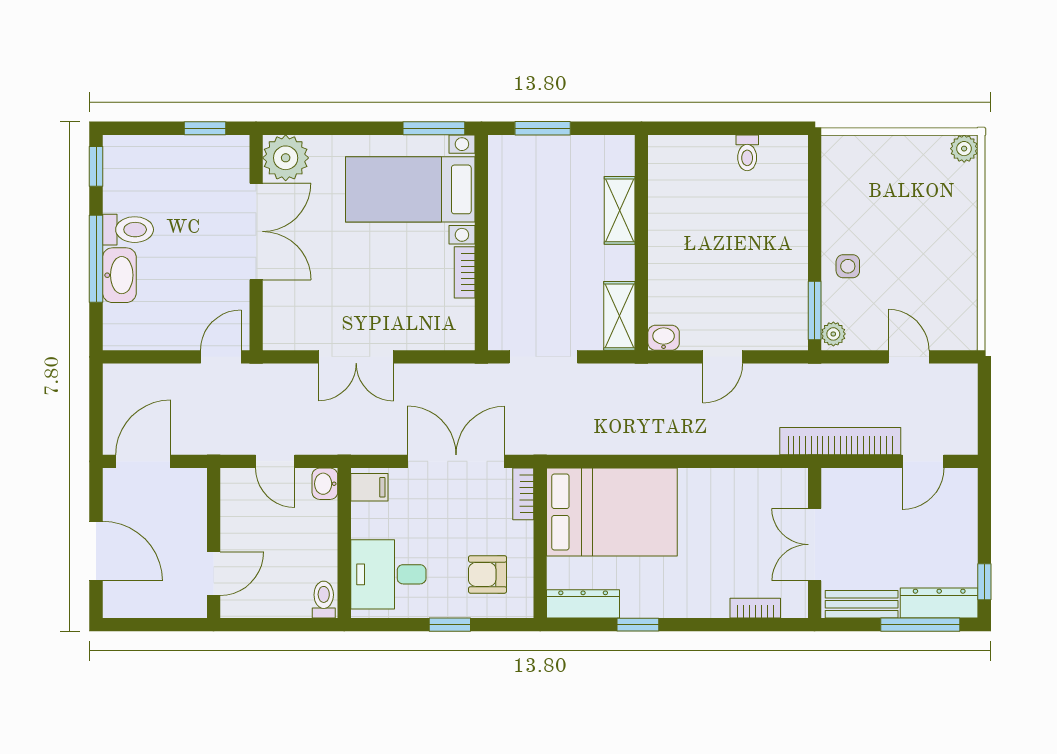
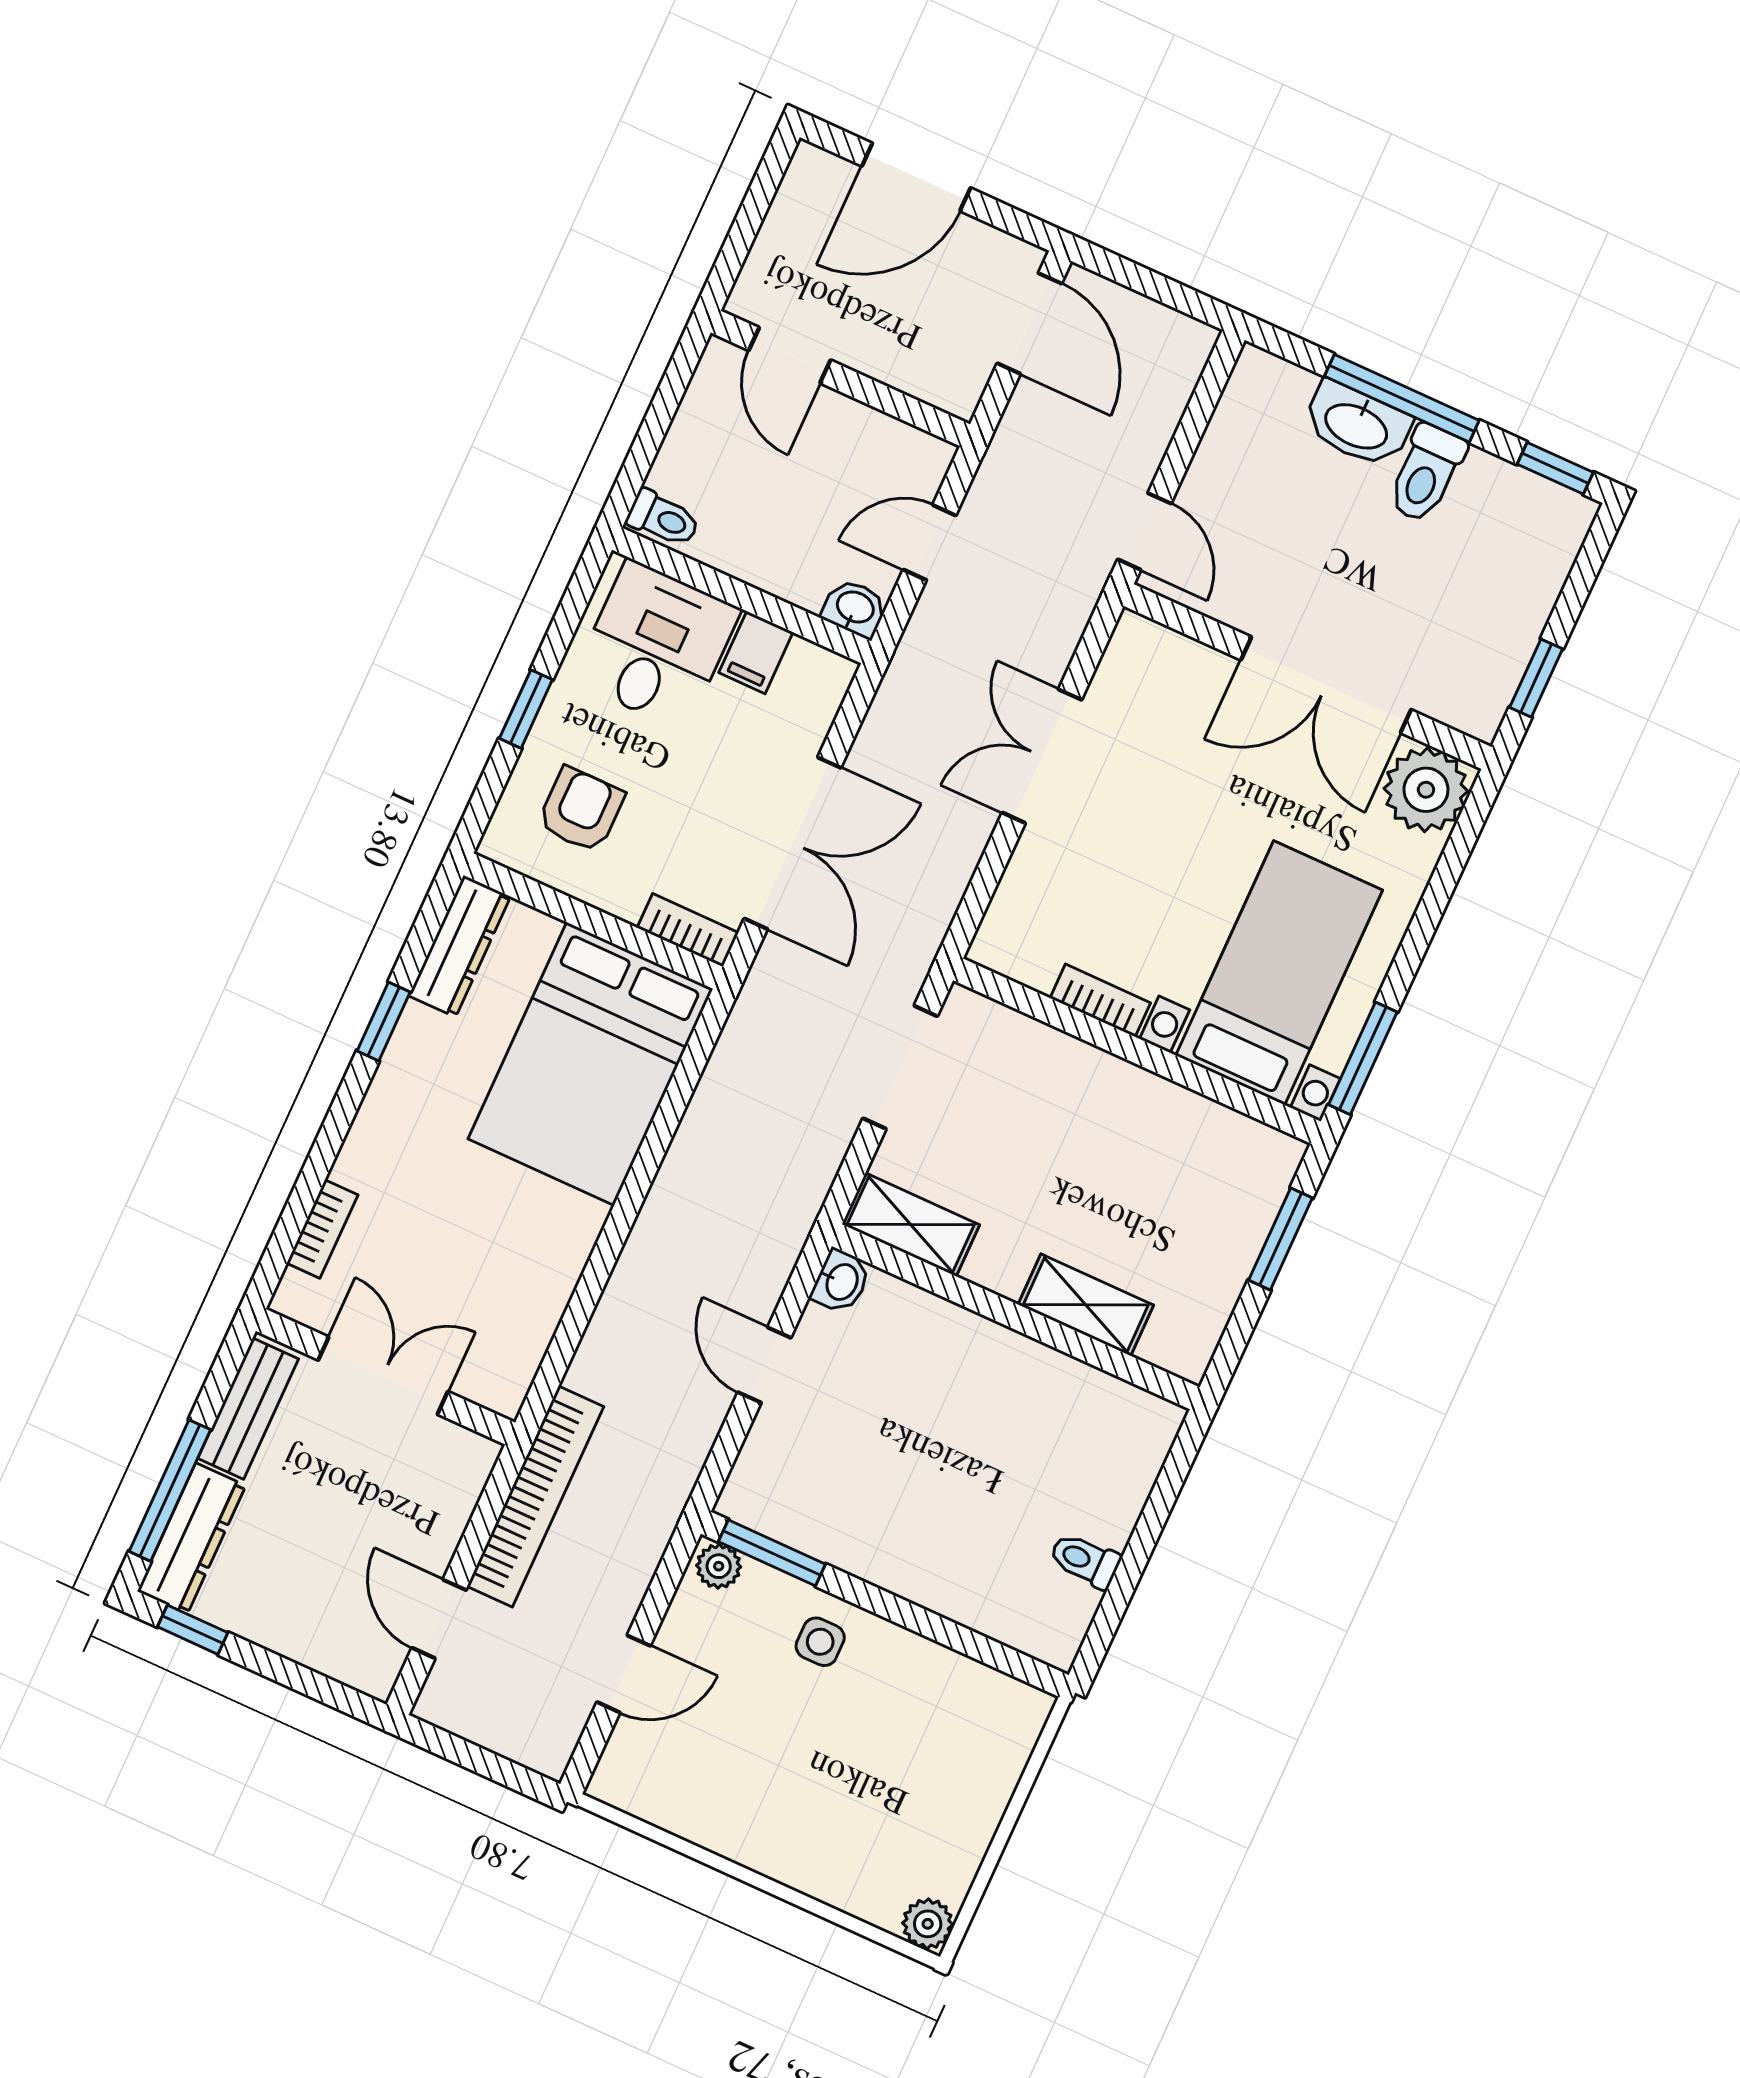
filing cabinet: (369, 487) -> (756, 652), moved

